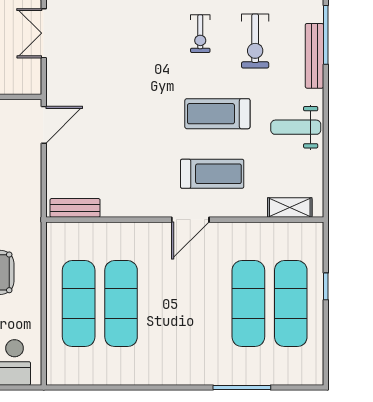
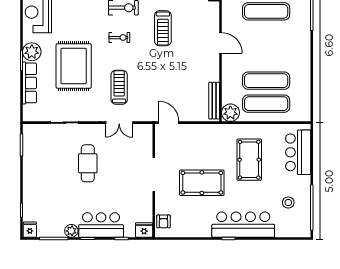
treadmill: (212, 174) -> (119, 87), moved
bench: (75, 208) -> (214, 101), width x1.36
plant: (62, 238) -> (230, 113), added

